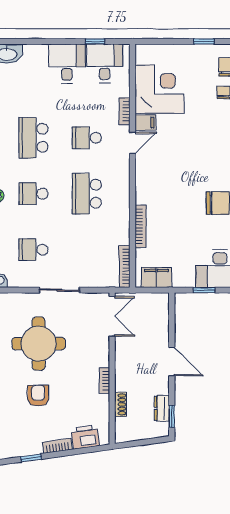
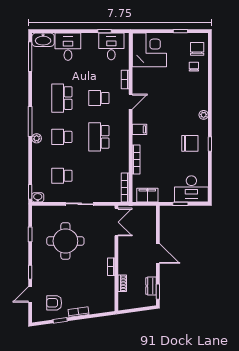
desk: (67, 64) -> (68, 47), moved
corner desk: (160, 89) -> (149, 50), moved
filing cabinet: (145, 123) -> (140, 129), moved
armchair: (38, 396) -> (54, 303), moved, turned -90
printer: (85, 437) -> (98, 306), removed

